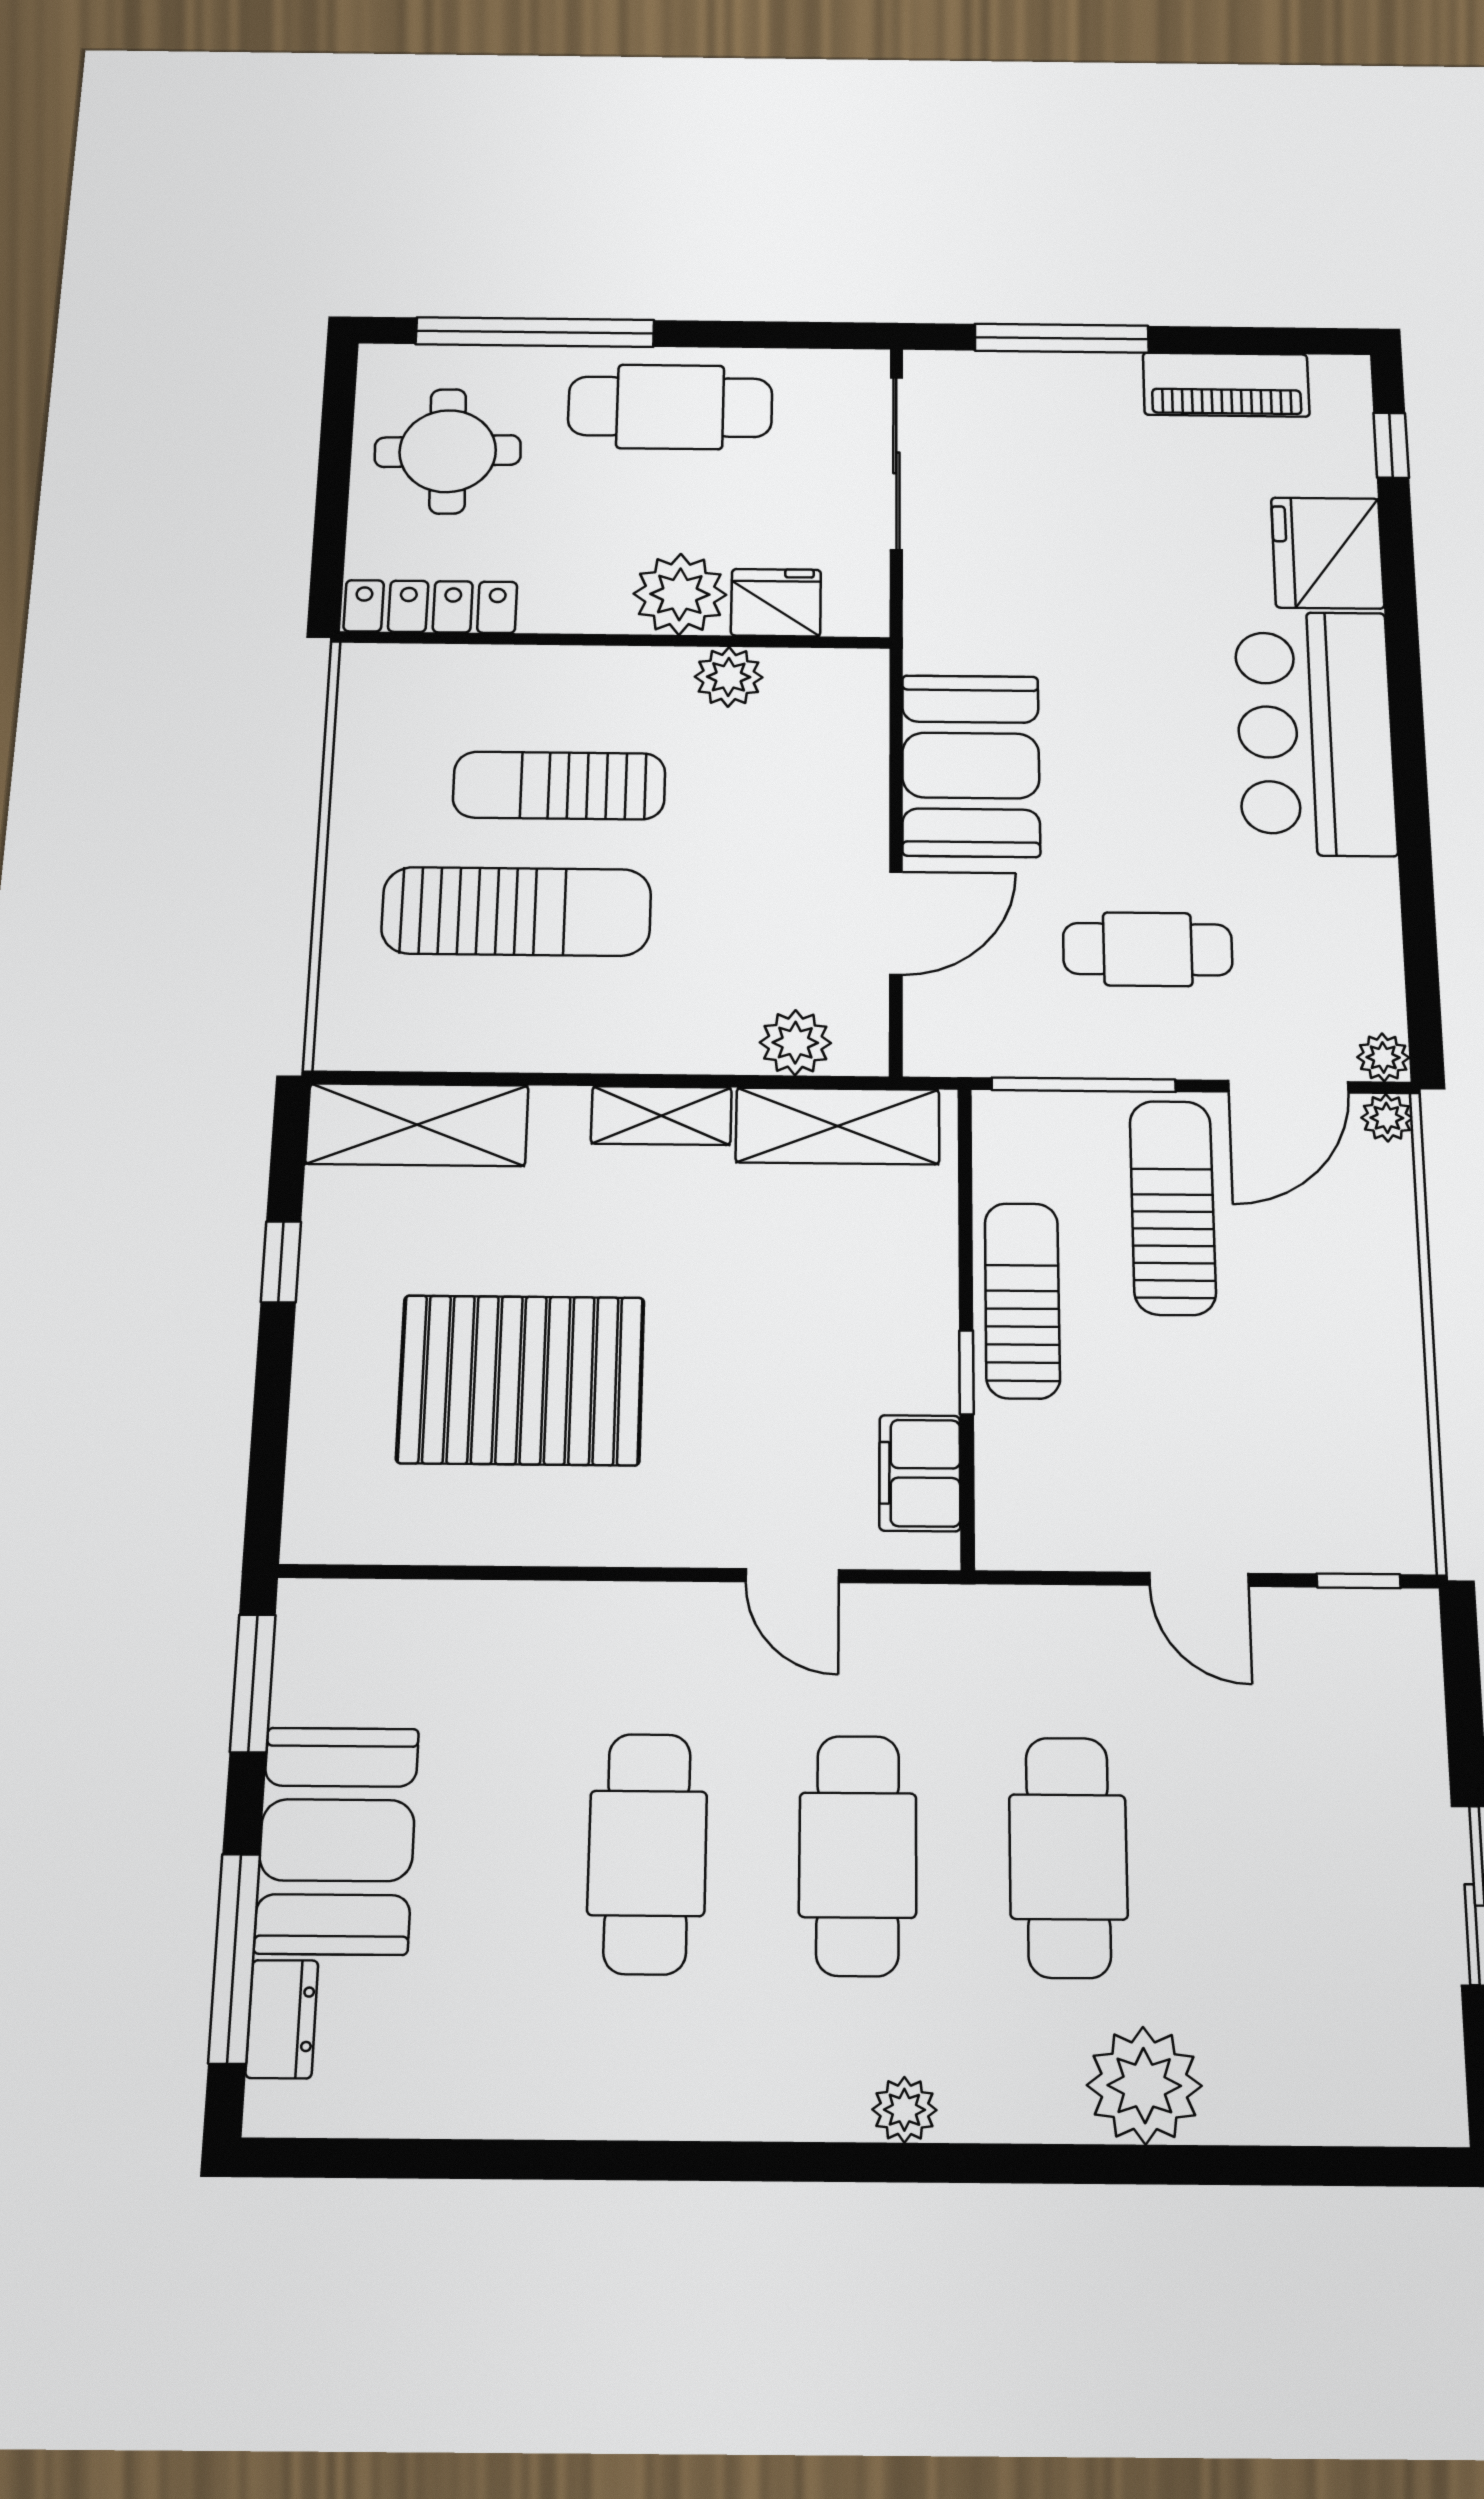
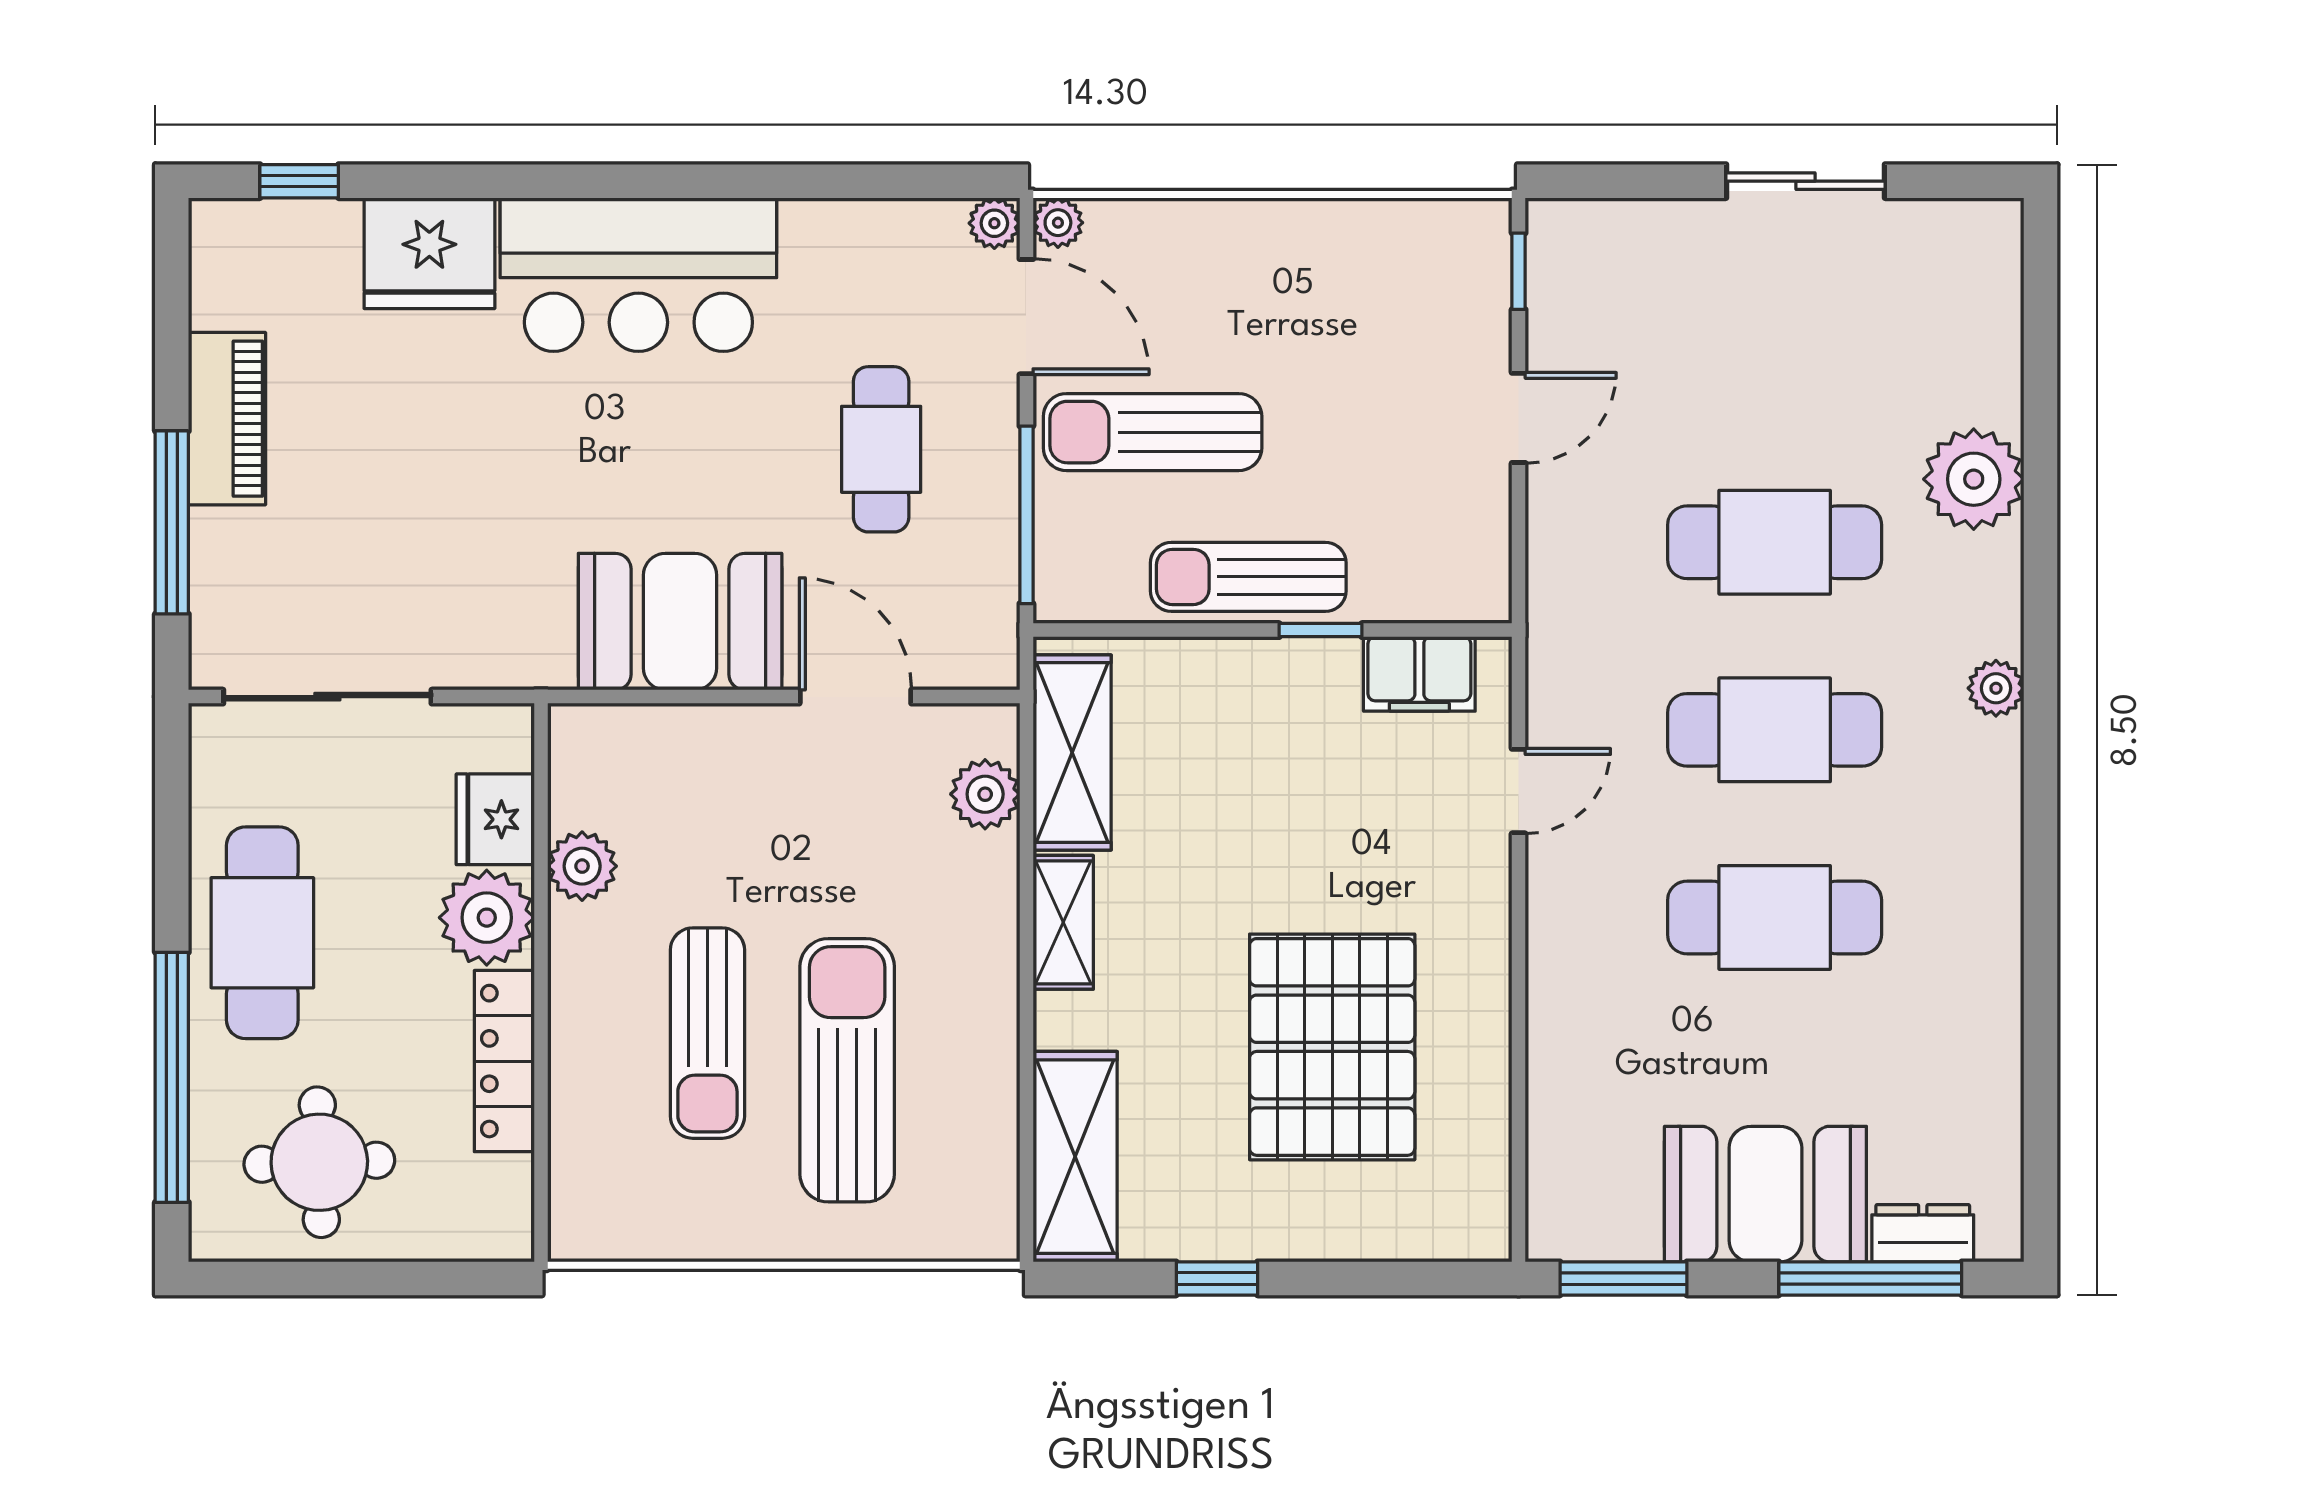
piano: (1226, 385) -> (227, 419), moved
locker: (430, 607) -> (504, 1061), moved

